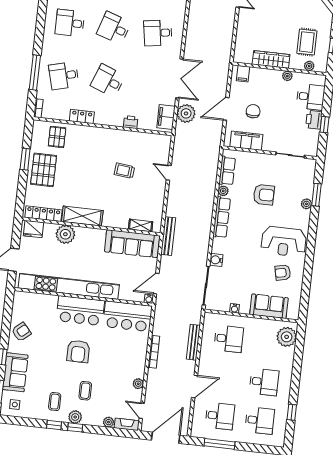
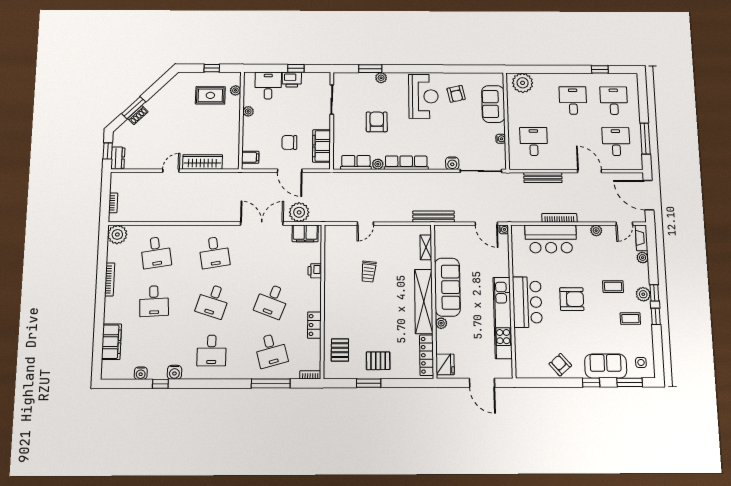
wardrobe: (271, 59) -> (202, 162), moved, turned 90
pallet: (57, 137) -> (340, 350), turned 90
pallet: (44, 170) -> (378, 361), width x0.67, depth x0.71
shelving: (82, 216) -> (424, 301), width x1.47
plant: (65, 234) -> (441, 323), width x0.53, depth x0.53
sofa: (132, 244) -> (447, 287), moved
kitchen unit: (69, 286) -> (503, 318), width x0.73
bar counter: (127, 316) -> (551, 239), moved, turned 90

